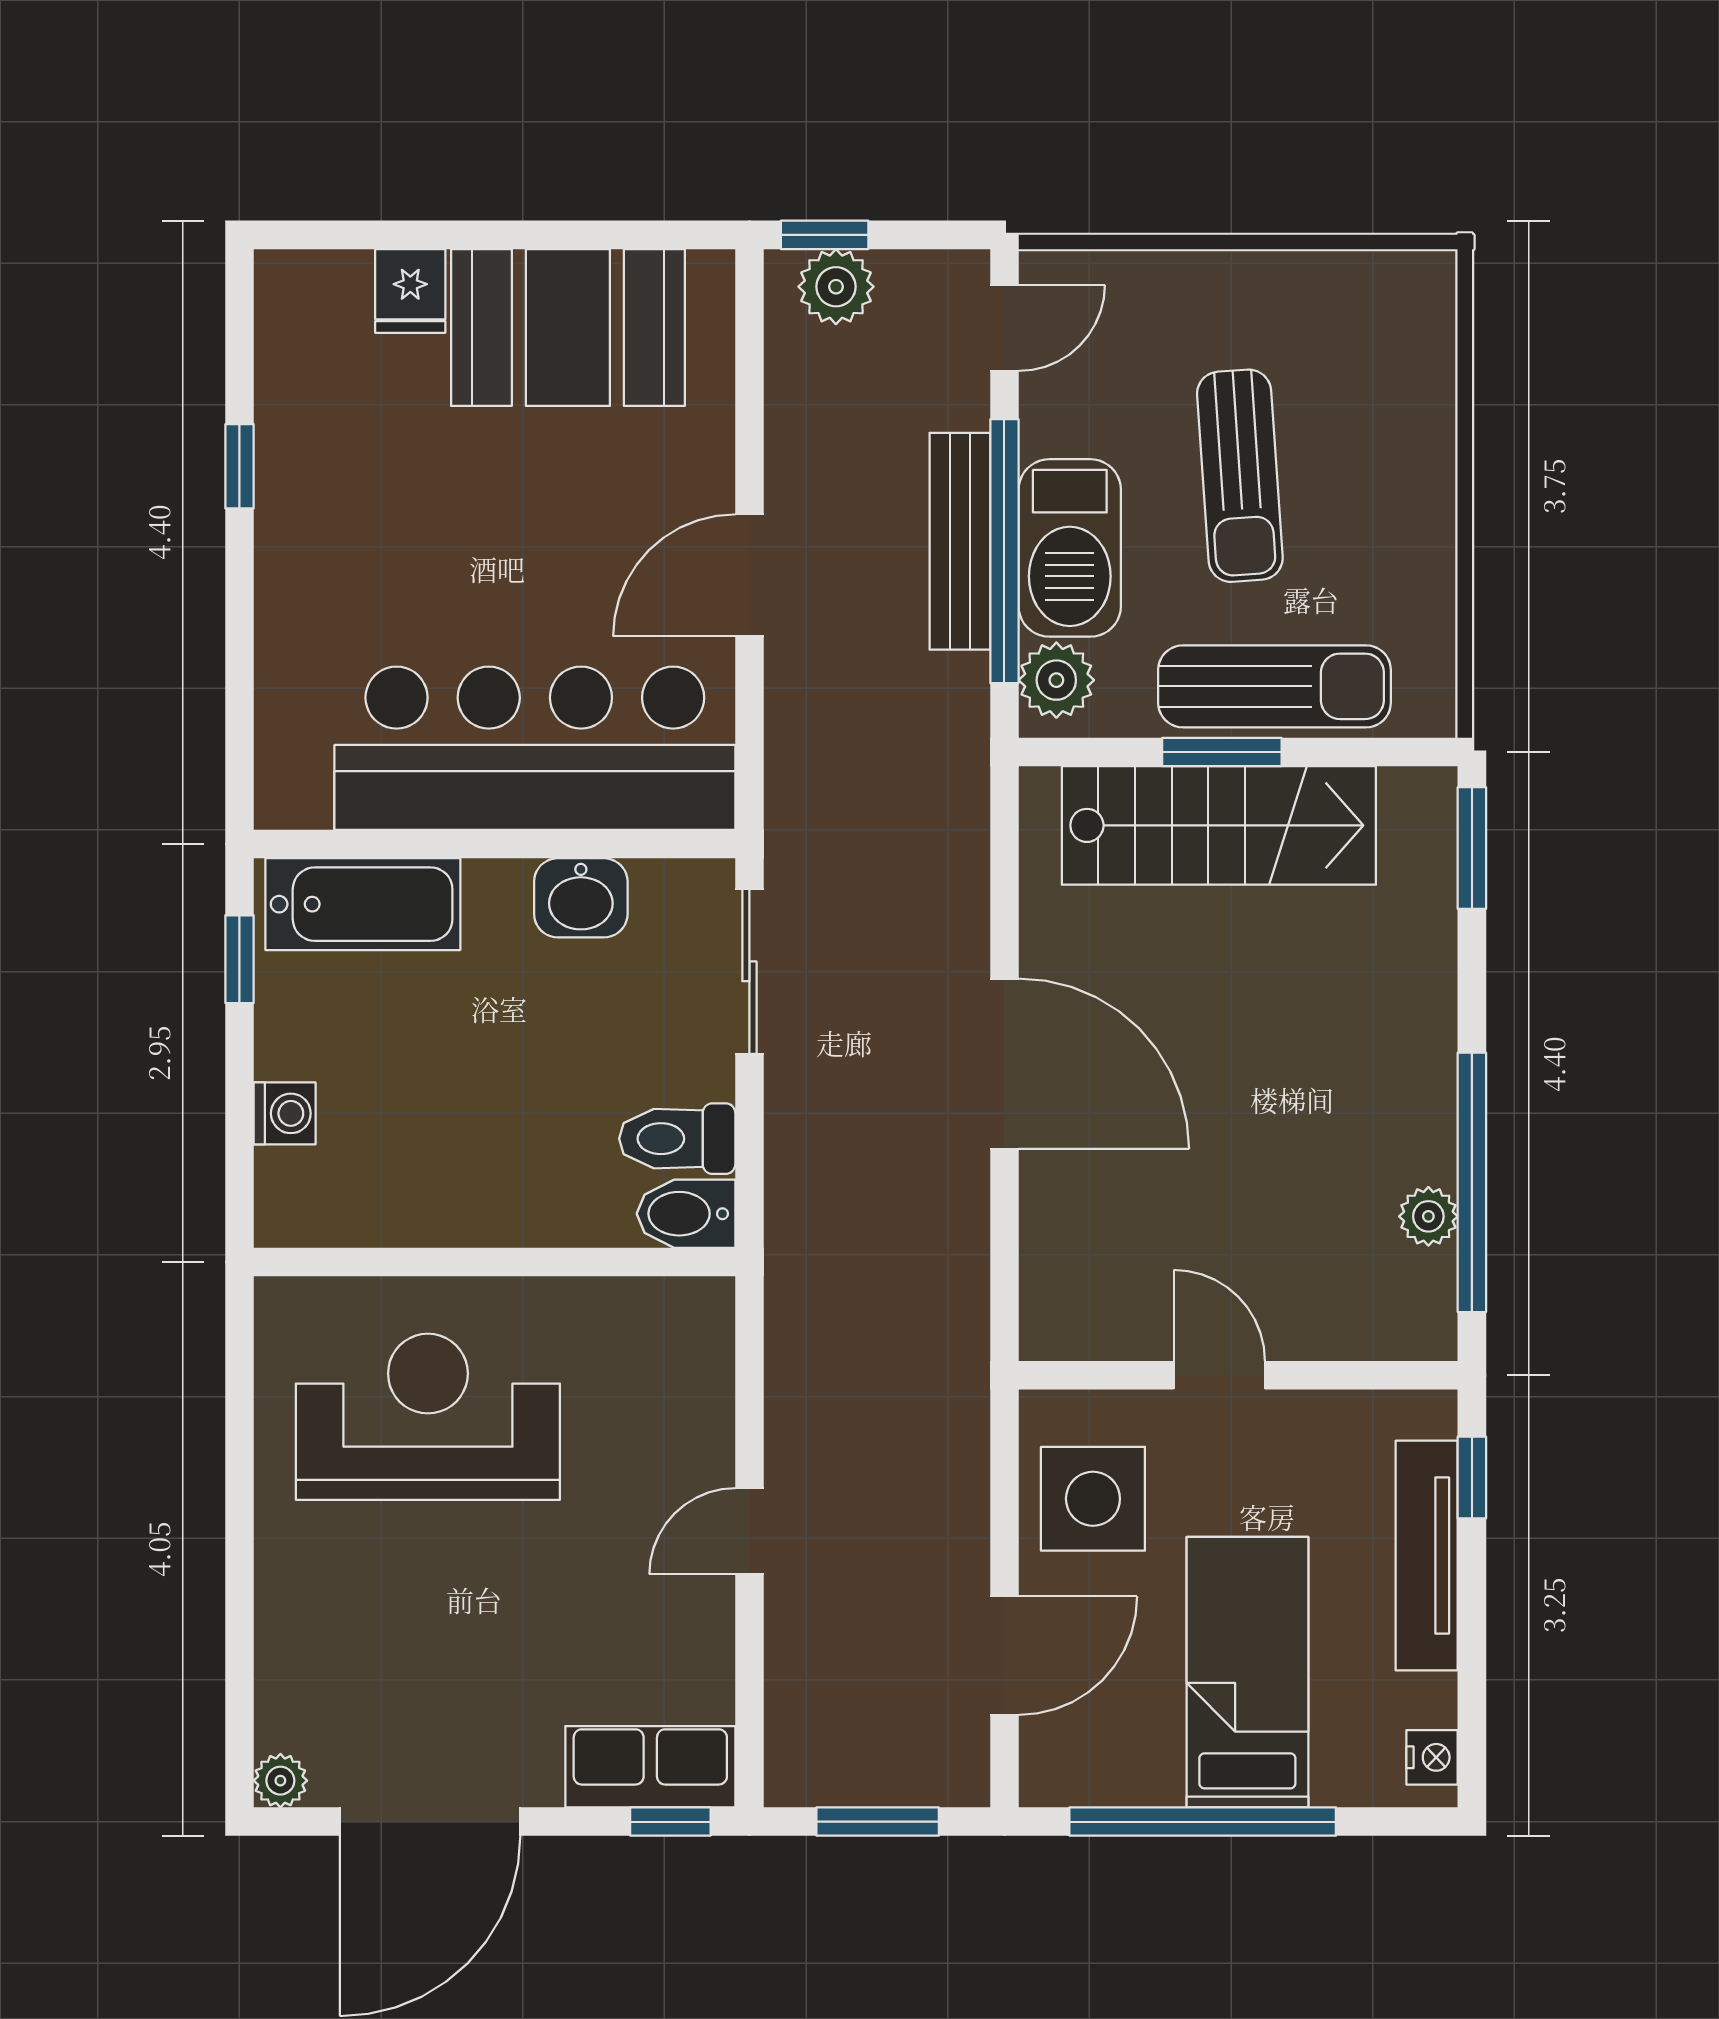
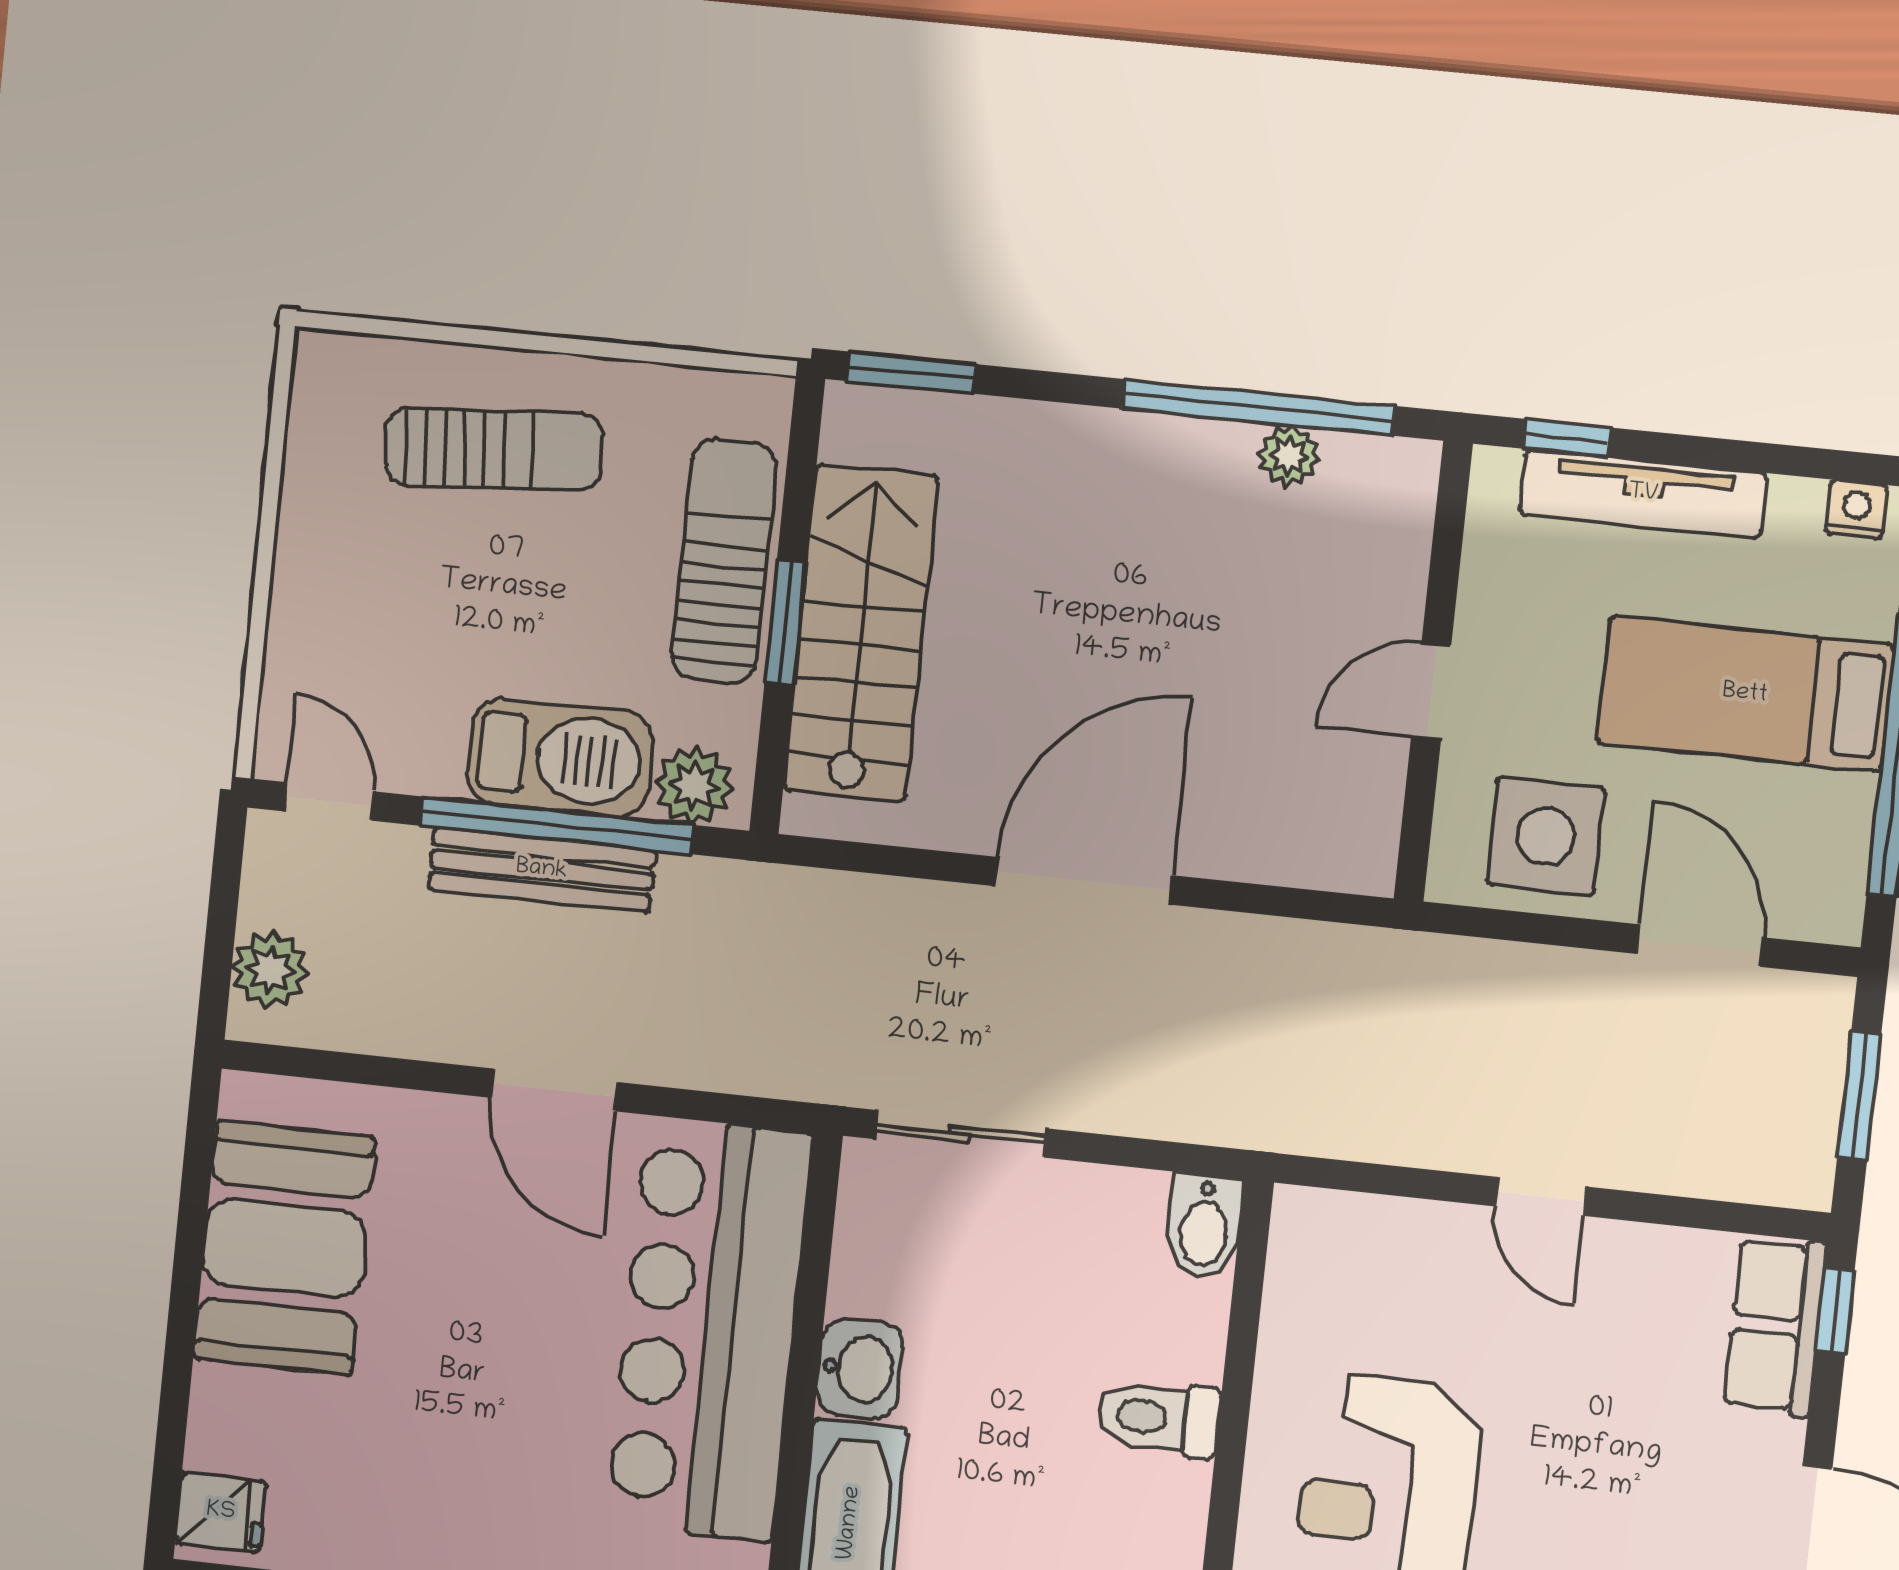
window: (825, 235) -> (216, 976), removed
fridge: (410, 291) -> (221, 1512), moved
sun lounger: (1240, 476) -> (494, 449), moved
washbasin: (581, 898) -> (860, 1369), moved
toilet: (677, 1139) -> (1158, 1418), moved, turned 90

